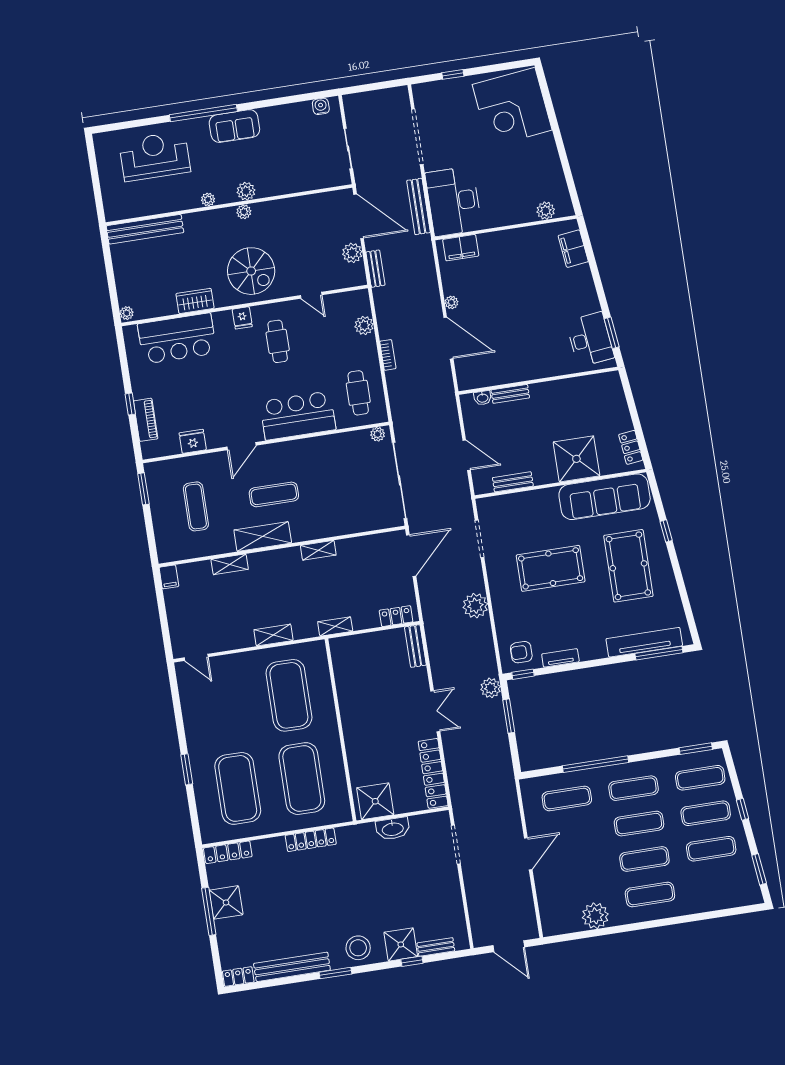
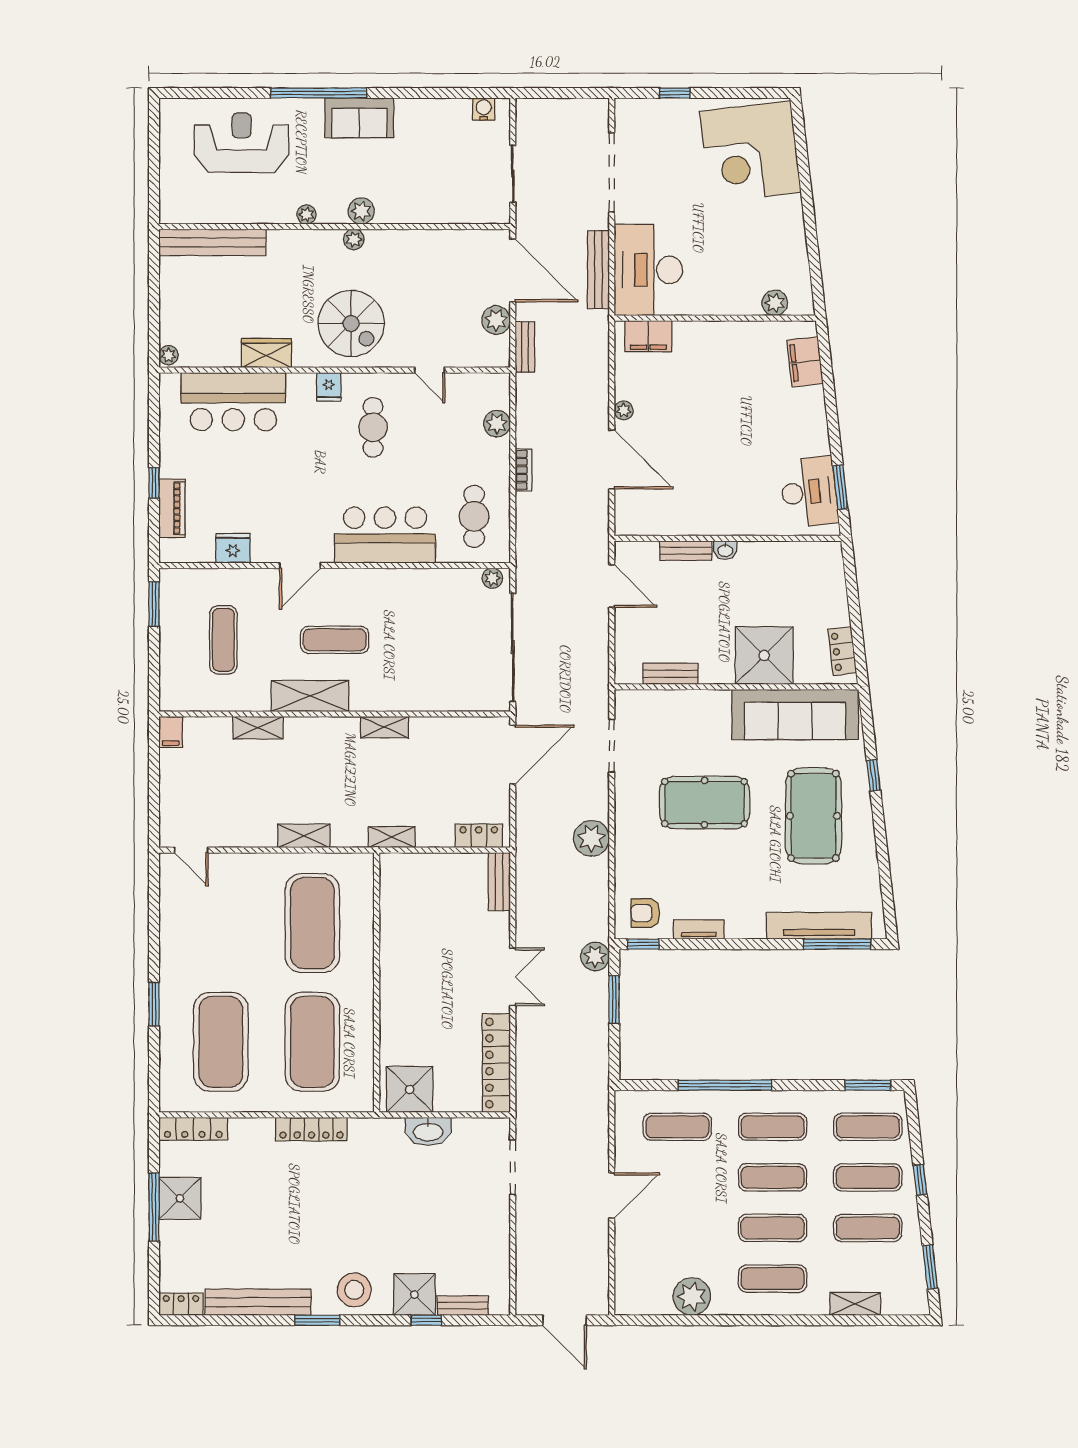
washbasin: (483, 398) -> (725, 550), moved
door: (467, 455) -> (612, 586), moved
shelving: (711, 903) -> (855, 1304), added

